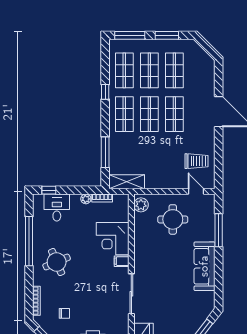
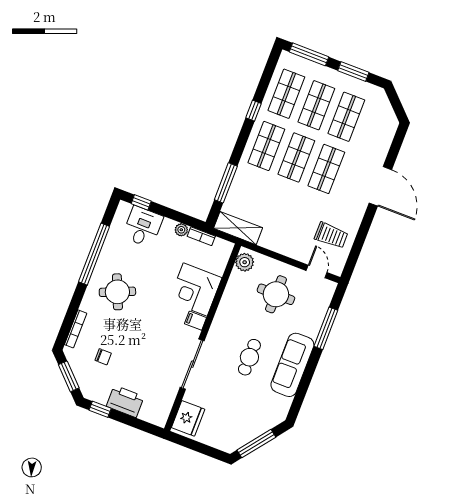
cafe table: (171, 273) -> (249, 357), added

